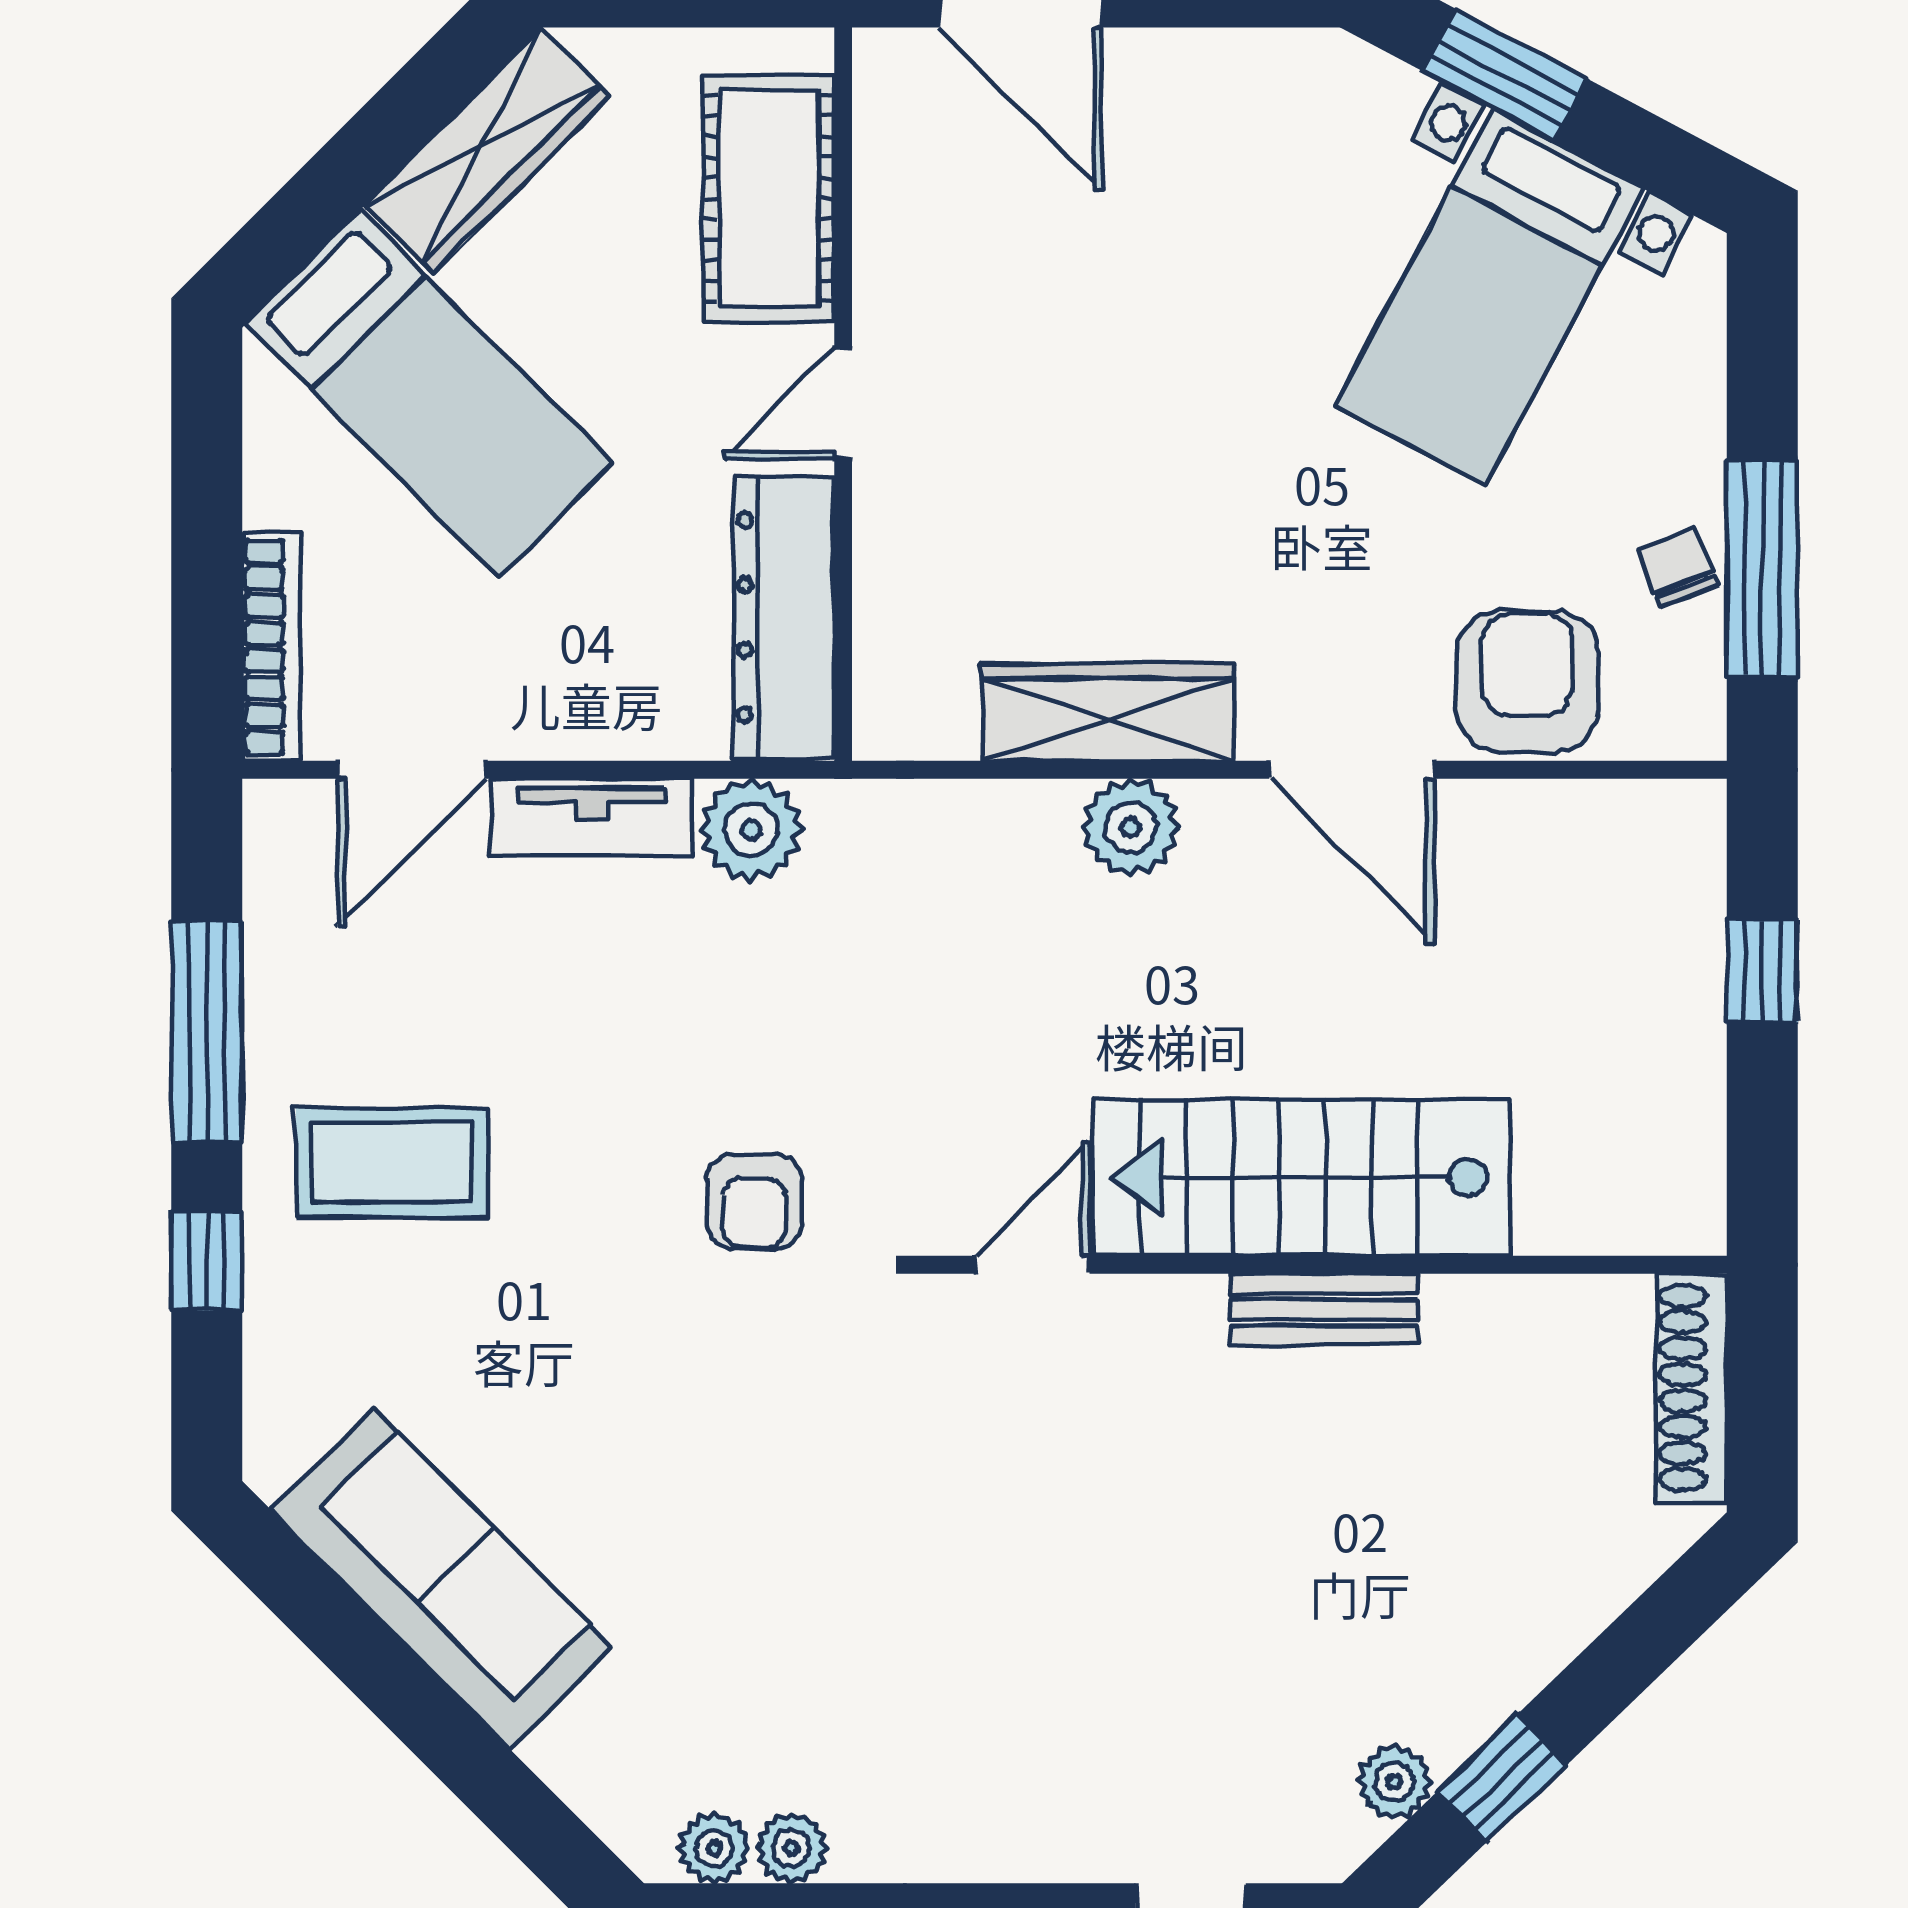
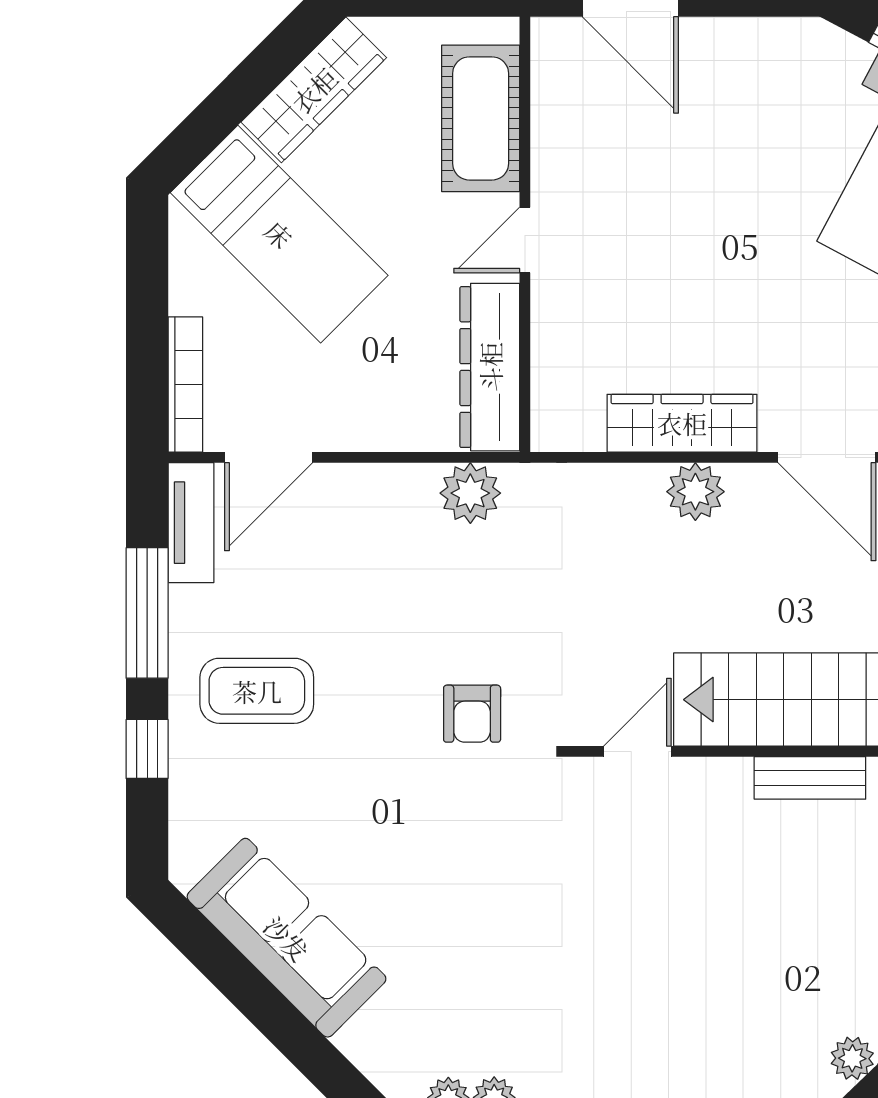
tv unit: (592, 817) -> (191, 523), moved, turned -90

